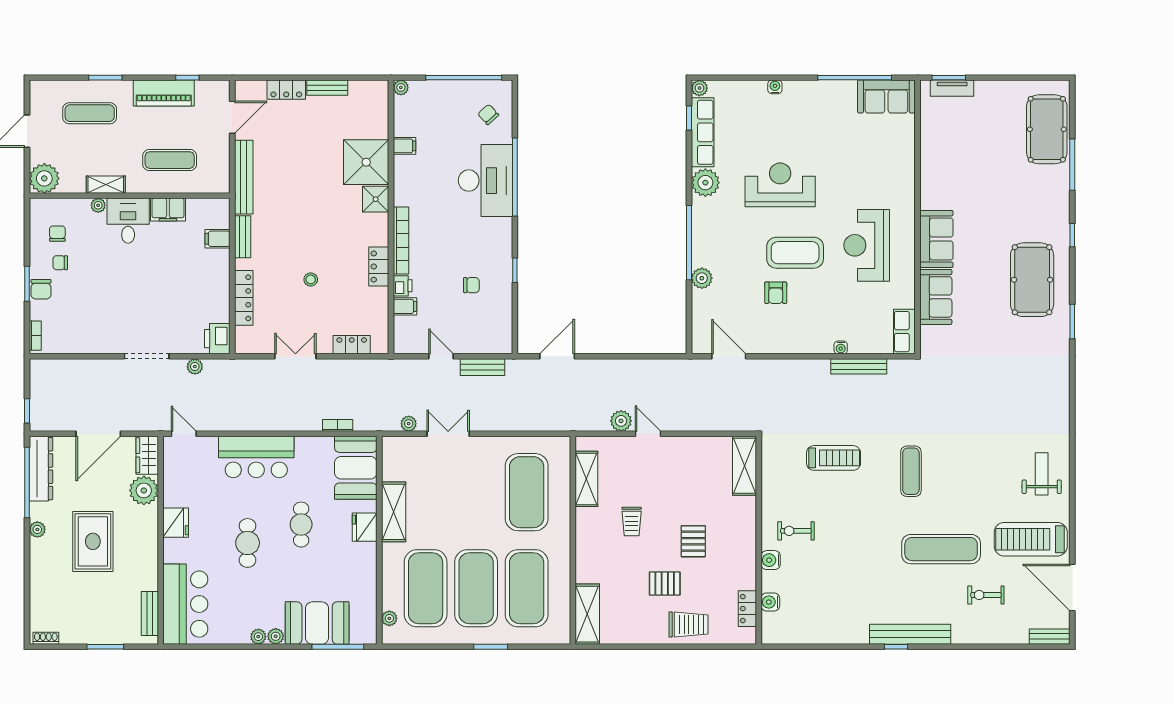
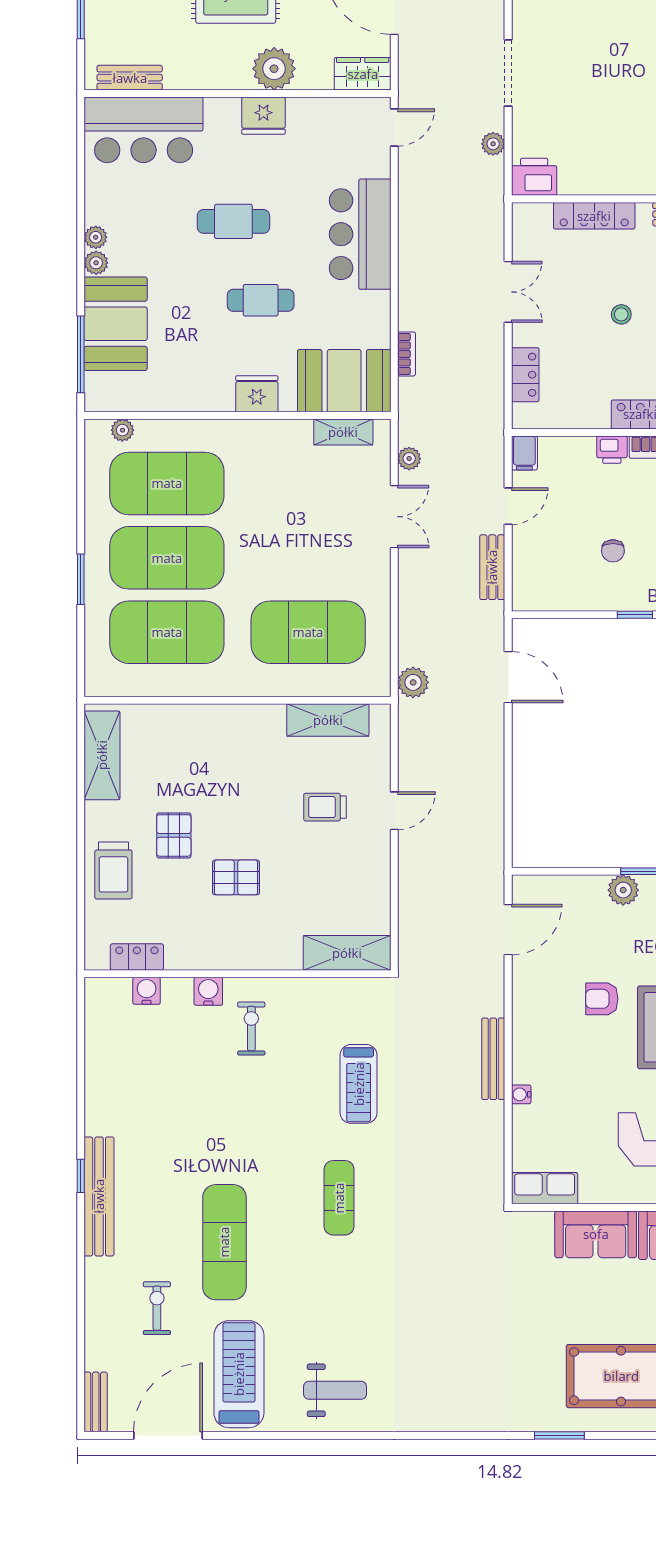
filing cabinet: (405, 306) -> (524, 453), moved
bench: (859, 366) -> (493, 1059), moved
plant: (621, 421) -> (413, 682), moved
exercise mat: (911, 471) -> (339, 1198), turned 90
plant: (144, 490) -> (274, 69), moved
shelving: (394, 512) -> (343, 432), moved, width x0.67, depth x0.75
trolley: (632, 521) -> (325, 807), moved
shelving: (587, 614) -> (102, 755), moved, turned 90

